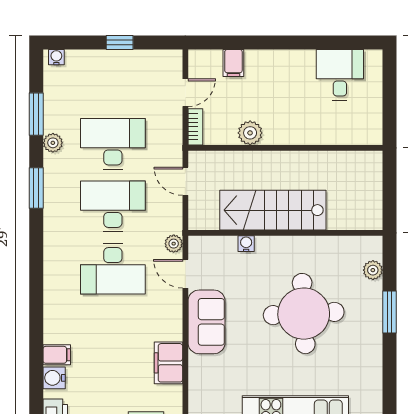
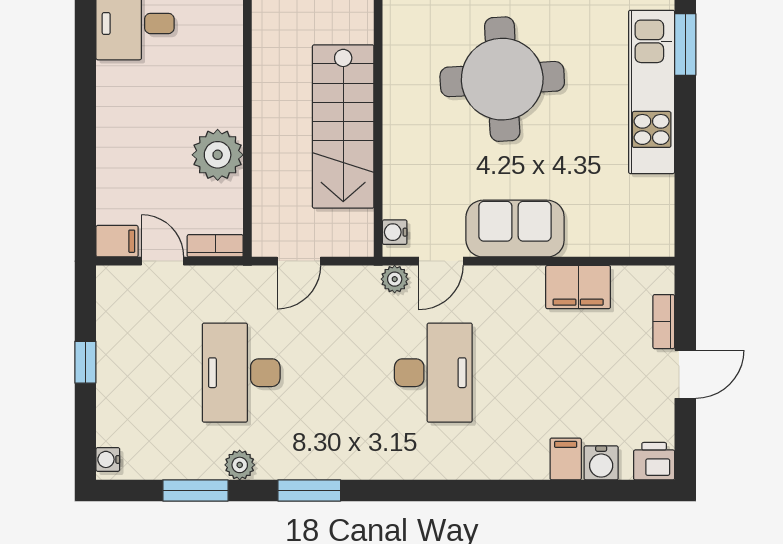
filing cabinet: (233, 63) -> (117, 241), moved
plant: (250, 133) -> (218, 155), width x1.36, depth x1.36
desk: (113, 206) -> (337, 373), removed
water cooler: (246, 244) -> (395, 232), moved

